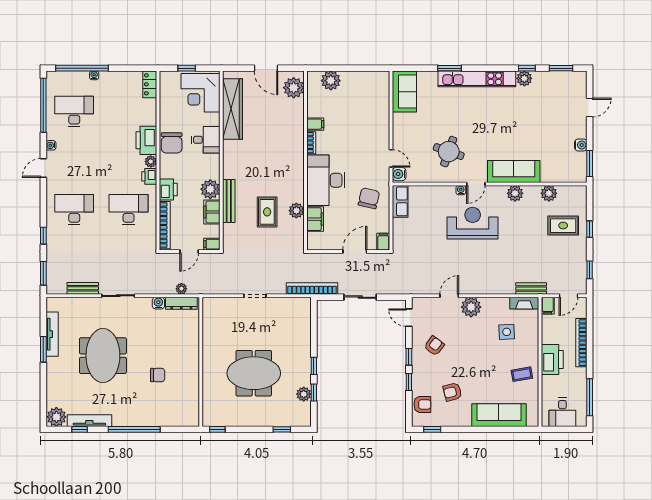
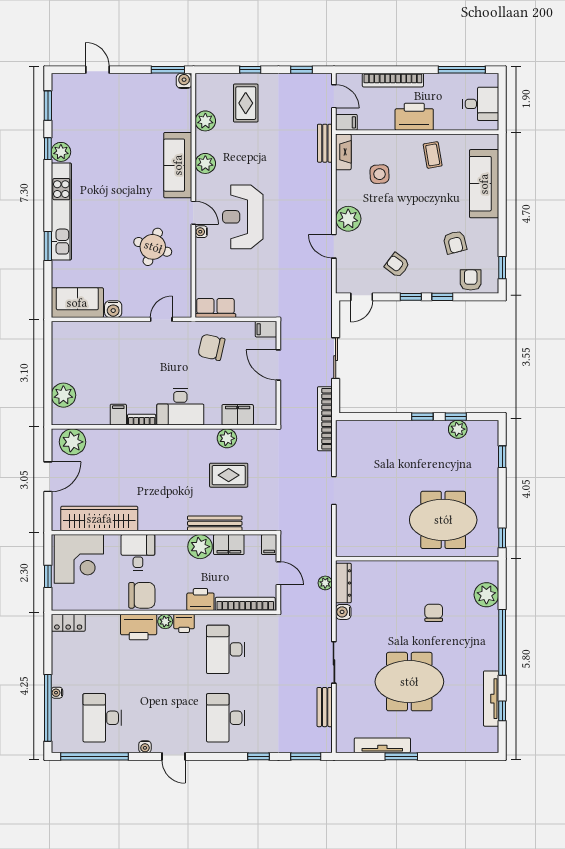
water cooler: (581, 145) -> (184, 81), moved
water cooler: (399, 174) -> (113, 309), moved
desk: (326, 180) -> (180, 407), width x0.73, depth x0.77
meeting table: (254, 373) -> (443, 520), moved, turned 90
plant: (56, 417) -> (486, 595), moved

